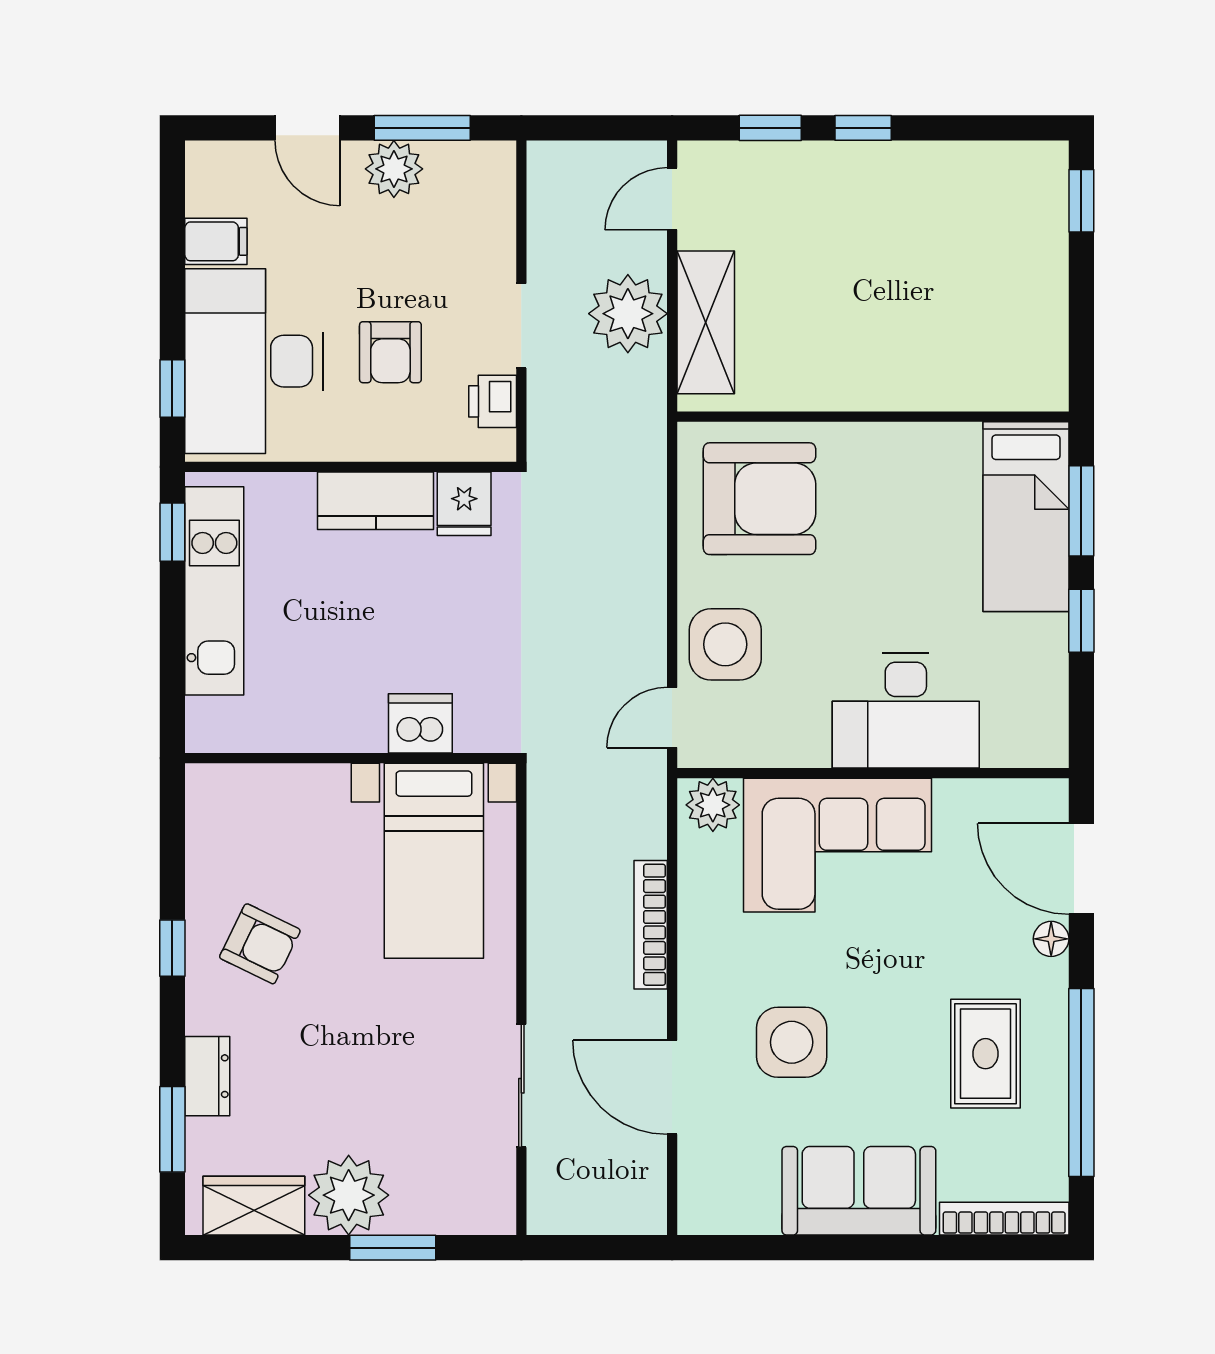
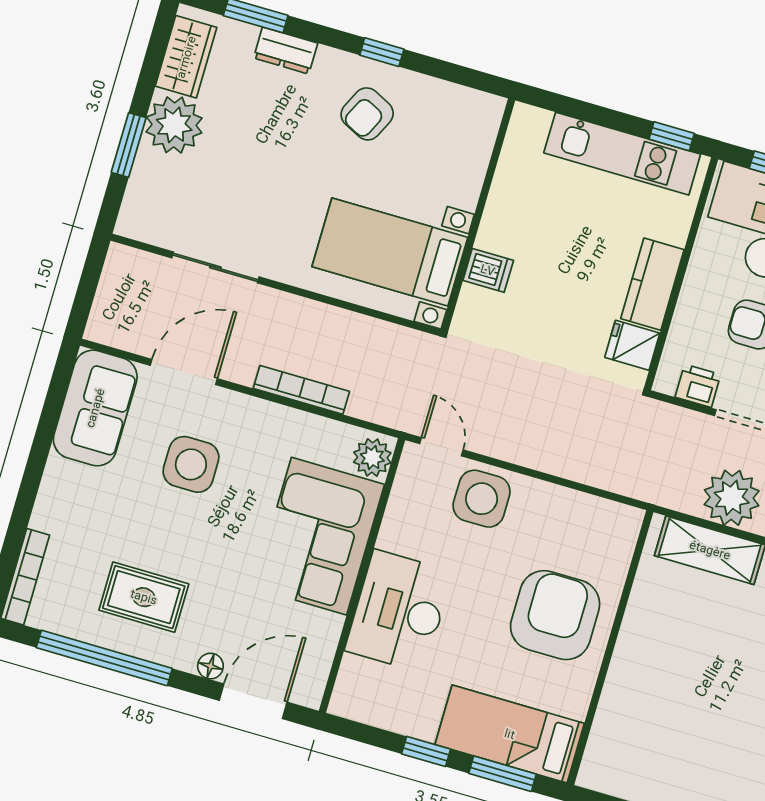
armchair: (760, 499) -> (555, 615), moved, turned 180
dishwasher: (420, 723) -> (488, 270), width x0.73
sofa: (859, 1191) -> (95, 408), moved

